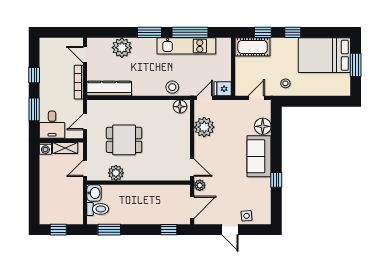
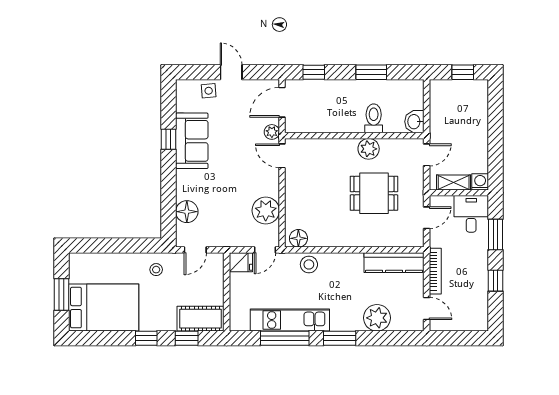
sofa: (259, 156) -> (192, 141), moved
plant: (116, 173) -> (369, 149), moved
toilet: (98, 209) -> (374, 118), moved, turned 90
window: (109, 230) -> (371, 72), moved

